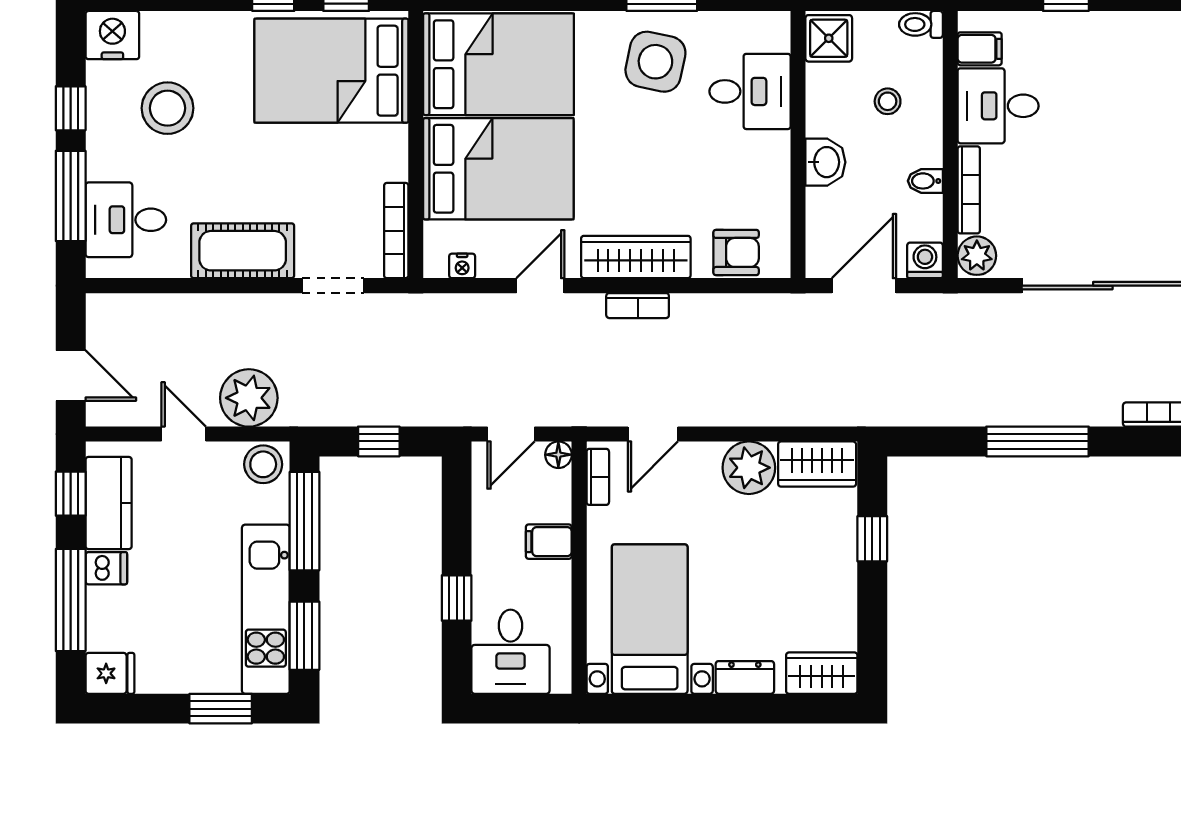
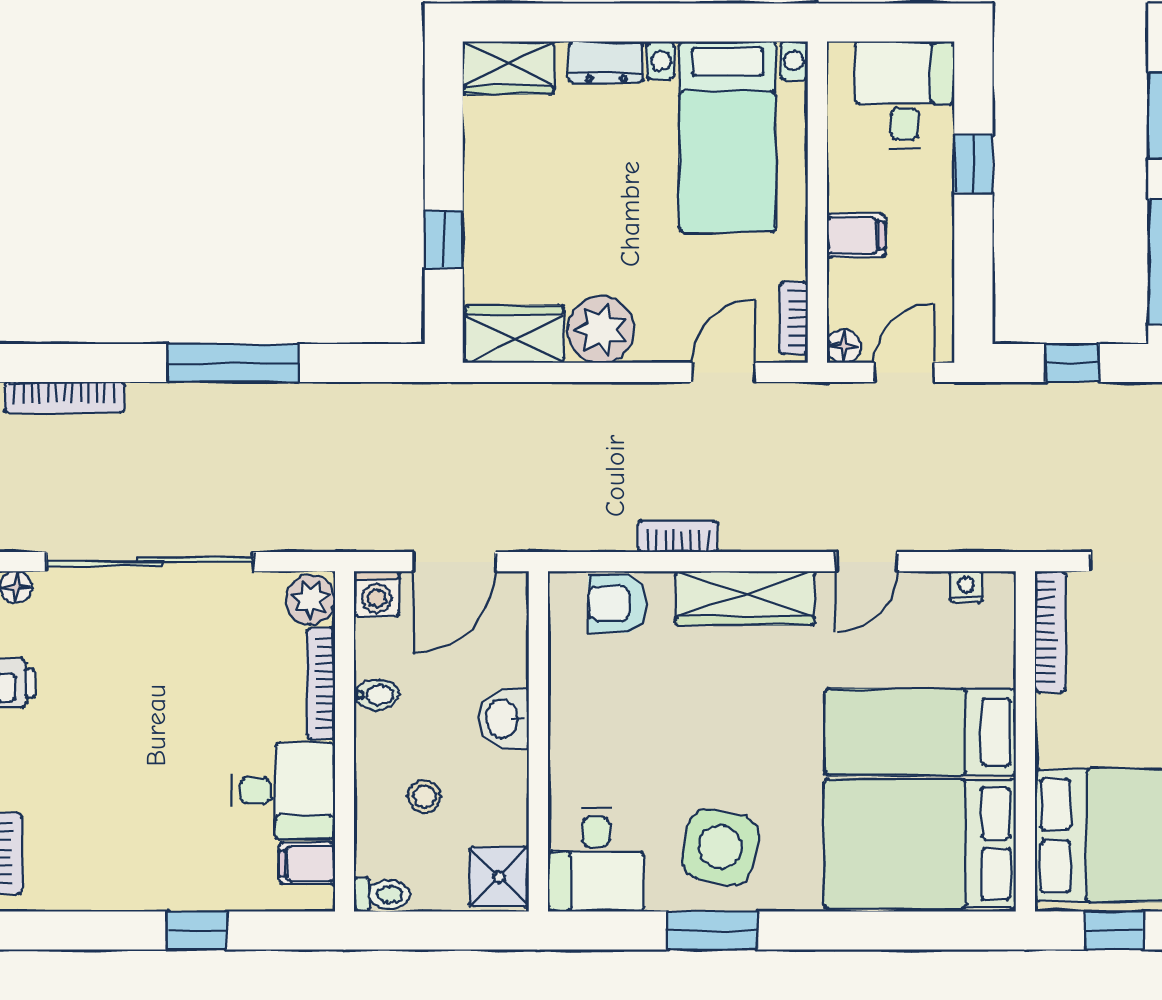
desk: (750, 91) -> (596, 860), moved, turned -90
bed: (498, 169) -> (920, 732), width x0.67
bookcase: (638, 306) -> (678, 536), moved

